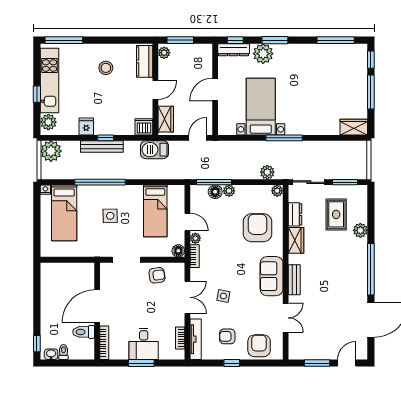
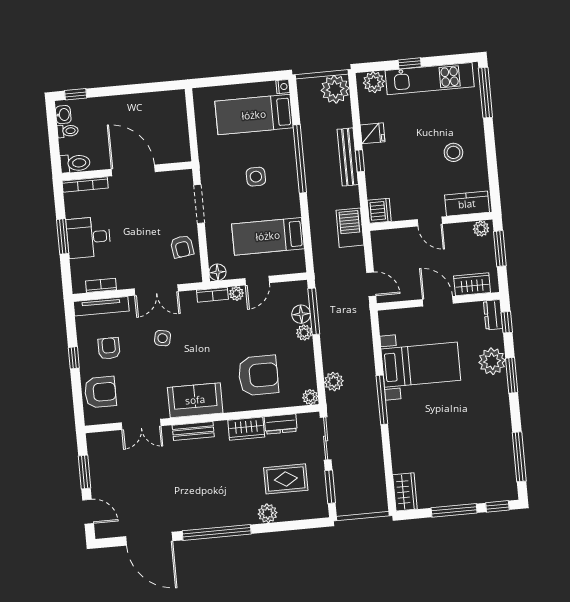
dresser: (234, 50) -> (493, 315), width x0.70
wardrobe: (166, 119) -> (472, 284), moved, turned 180
toilet: (84, 332) -> (75, 163), moved, turned 90

